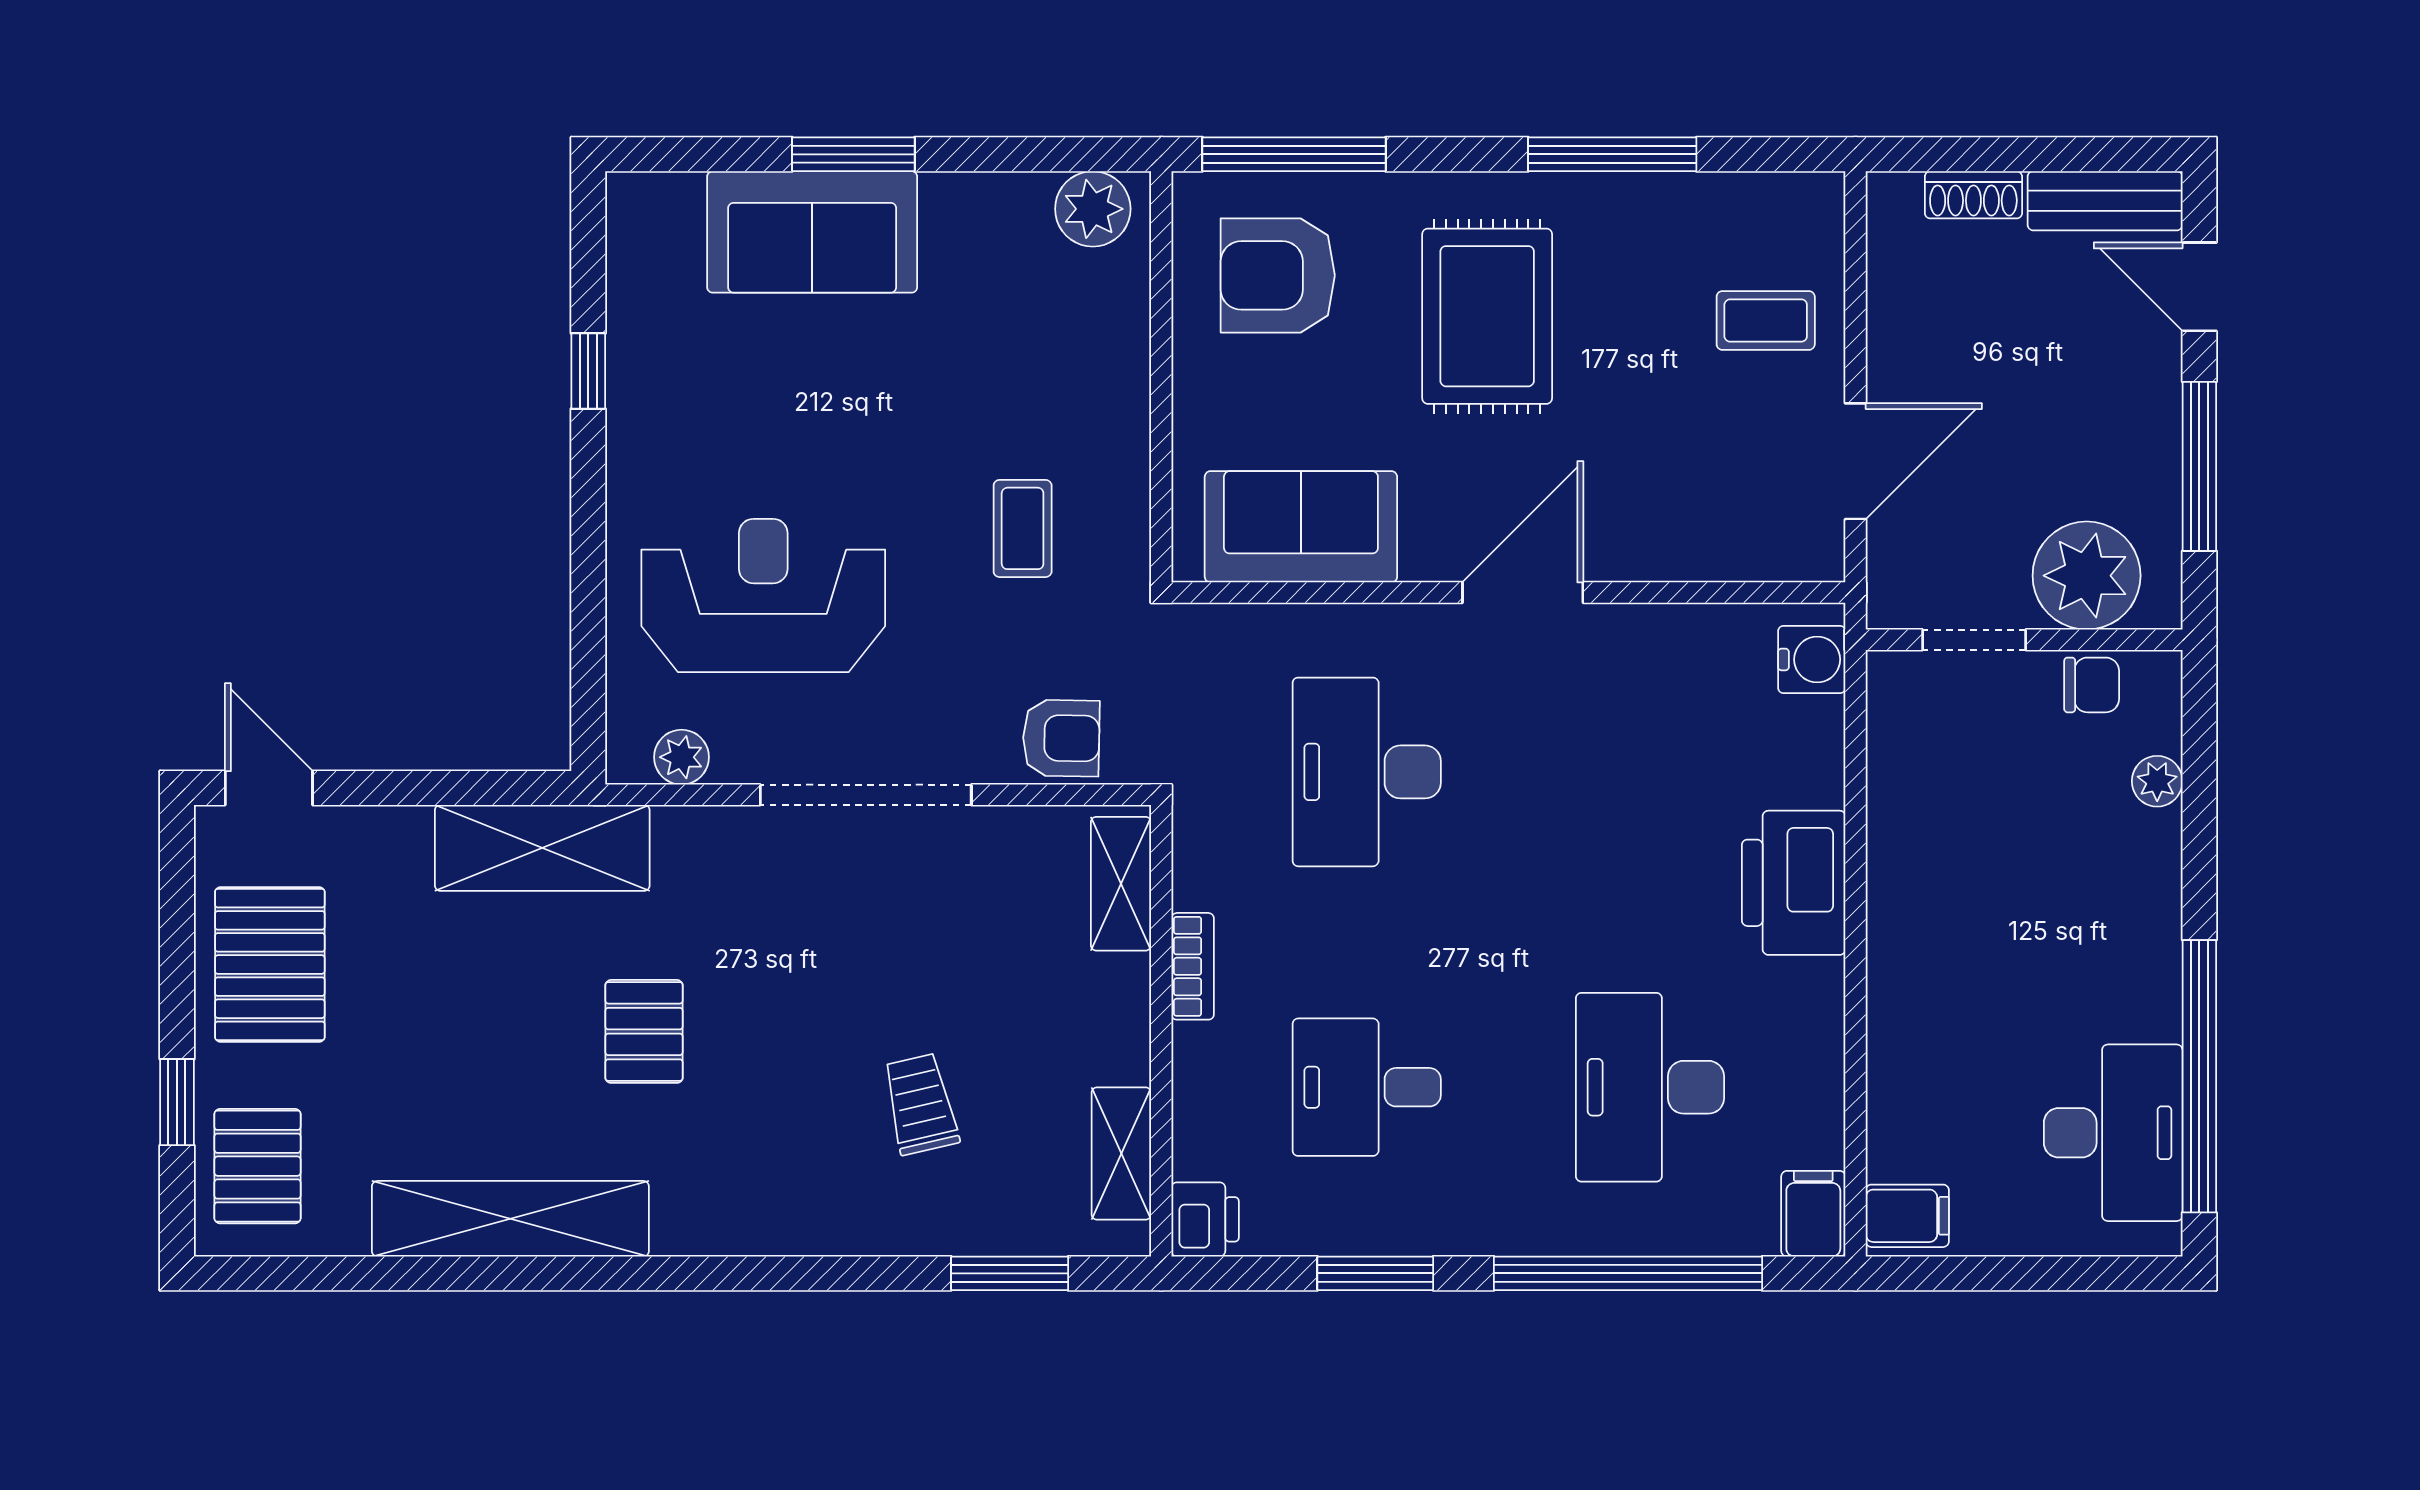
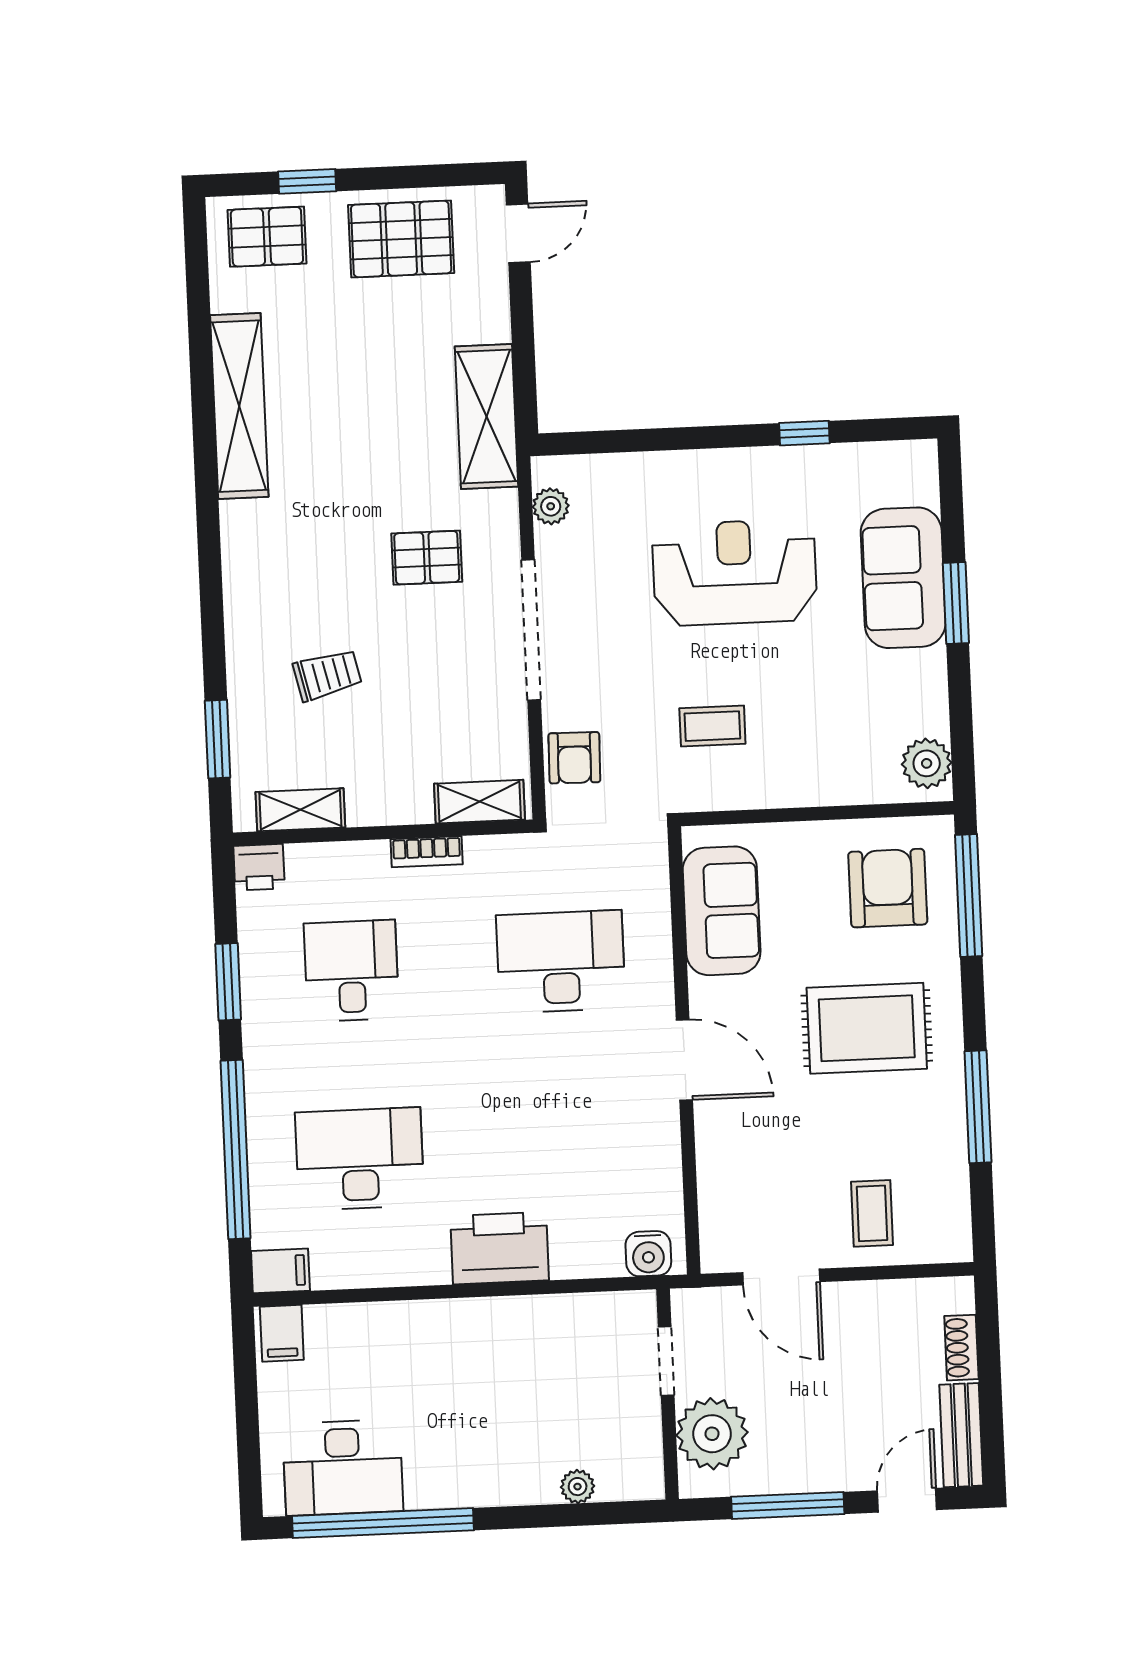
reception desk: (763, 596) -> (735, 572), moved, turned -90
chair: (2092, 685) -> (640, 1440), removed
pallet: (644, 1031) -> (427, 558), moved

